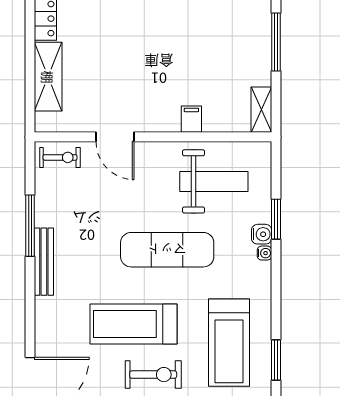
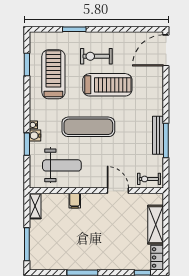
weight bench: (214, 181) -> (62, 165), turned 180
bench: (44, 262) -> (158, 135), moved

